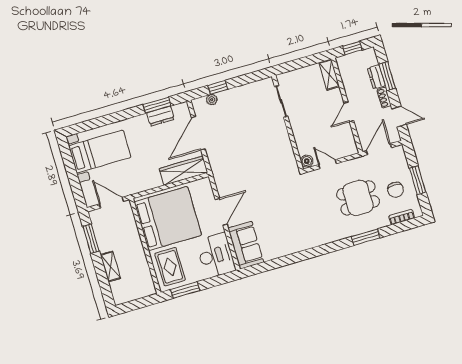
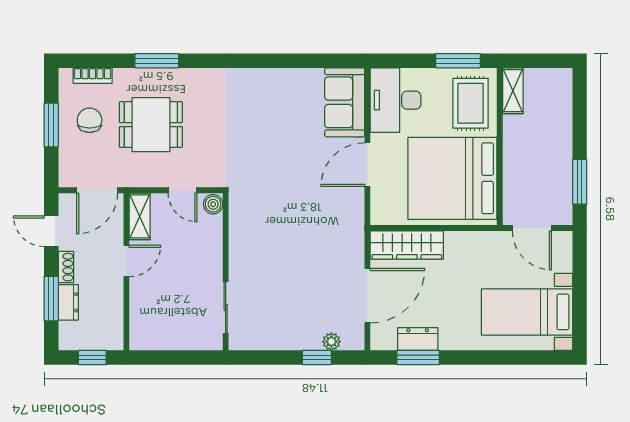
shelving: (329, 75) -> (140, 216), moved
shelving: (110, 266) -> (513, 91), moved

